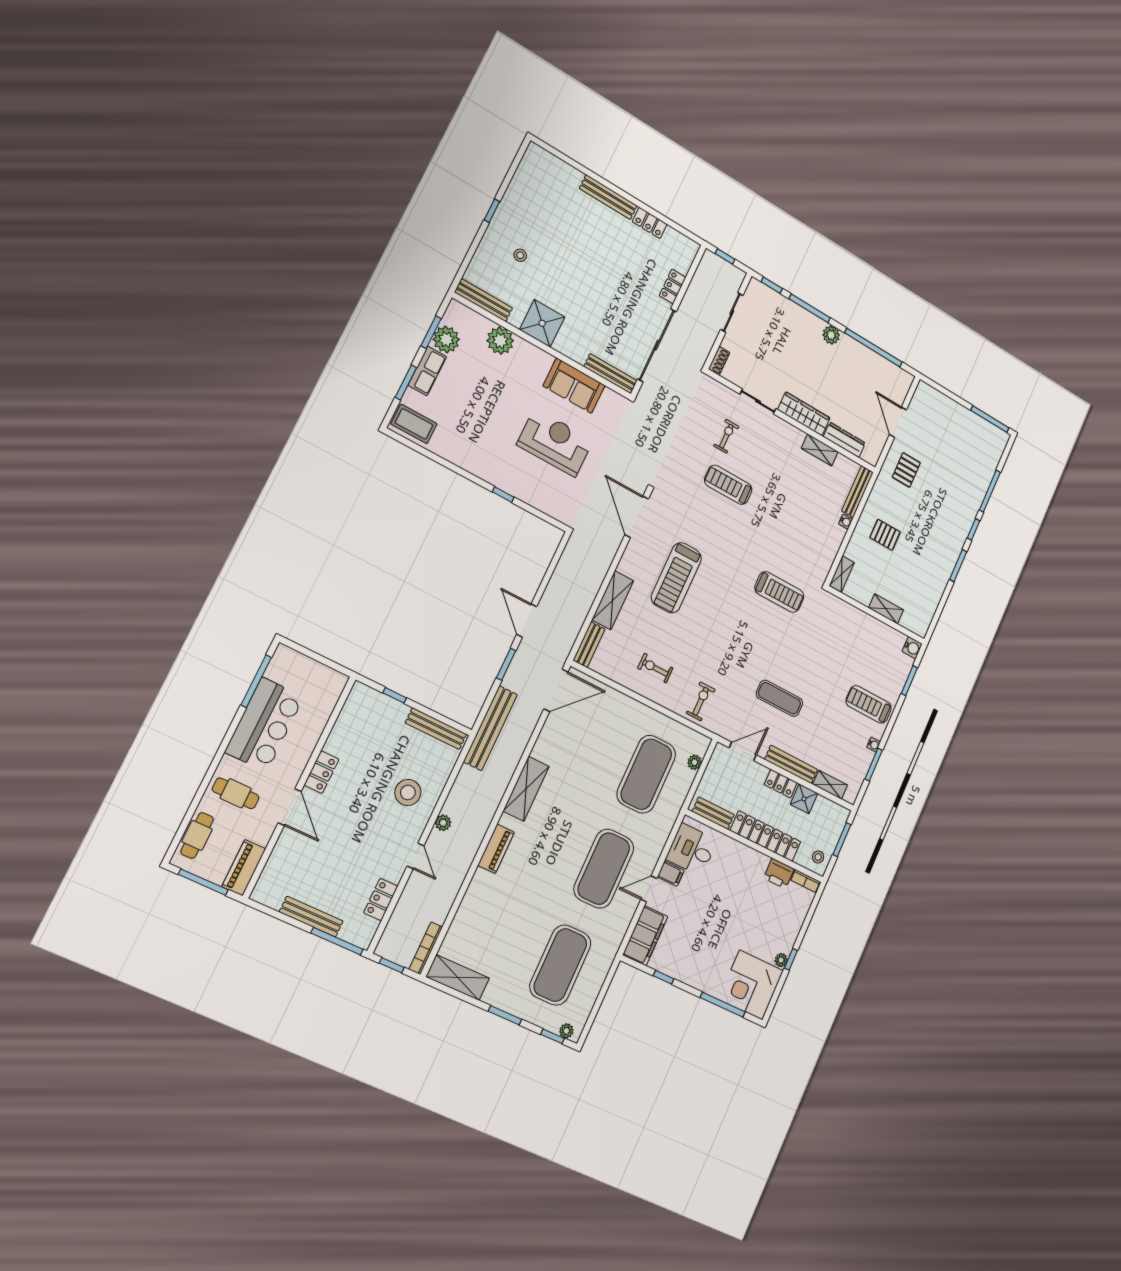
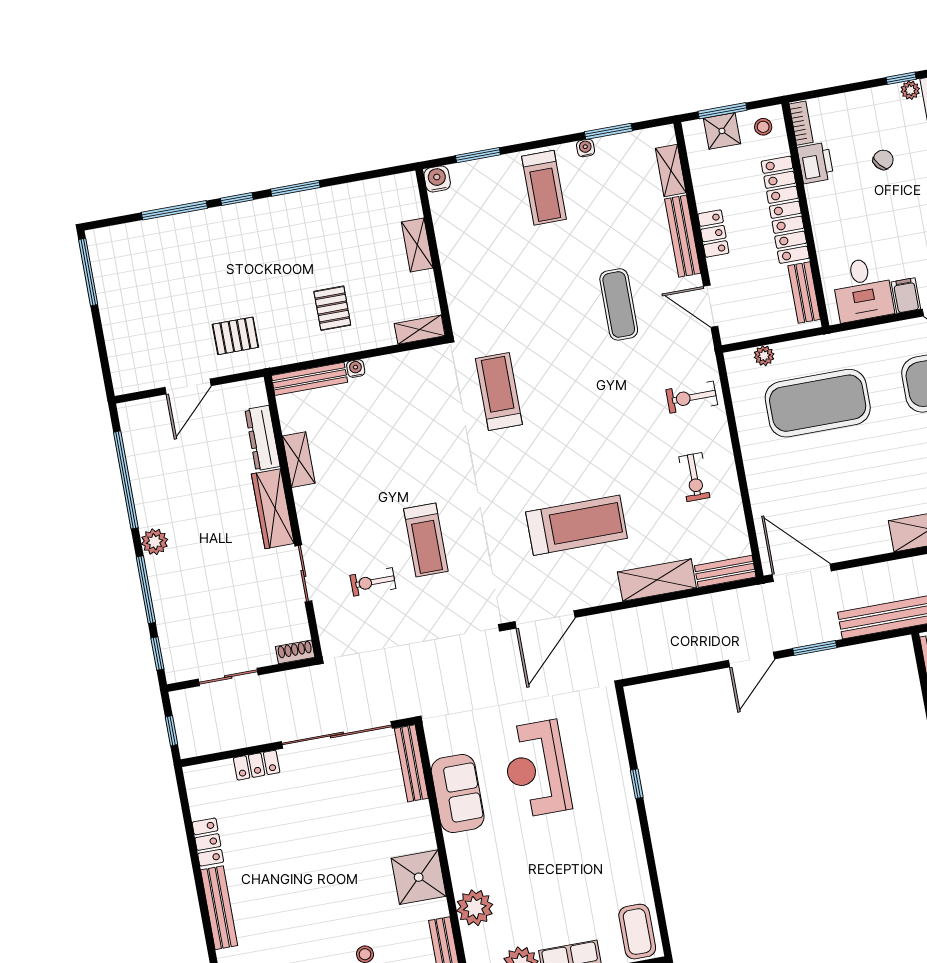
shower: (804, 799) -> (722, 131), moved
chair: (754, 916) -> (883, 160), added

